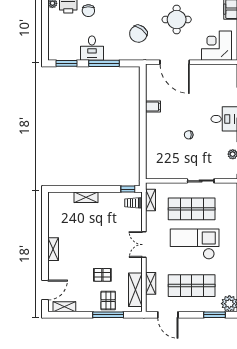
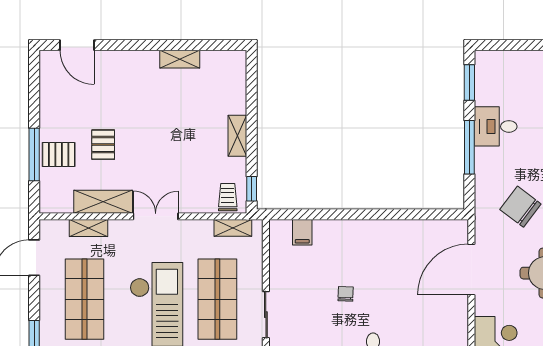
filing cabinet: (153, 107) -> (302, 232), moved
shelving: (86, 197) -> (237, 136), moved
shelving: (53, 249) -> (180, 59), moved
shelving: (135, 290) -> (103, 202), moved
shelving: (64, 307) -> (48, 79), removed

